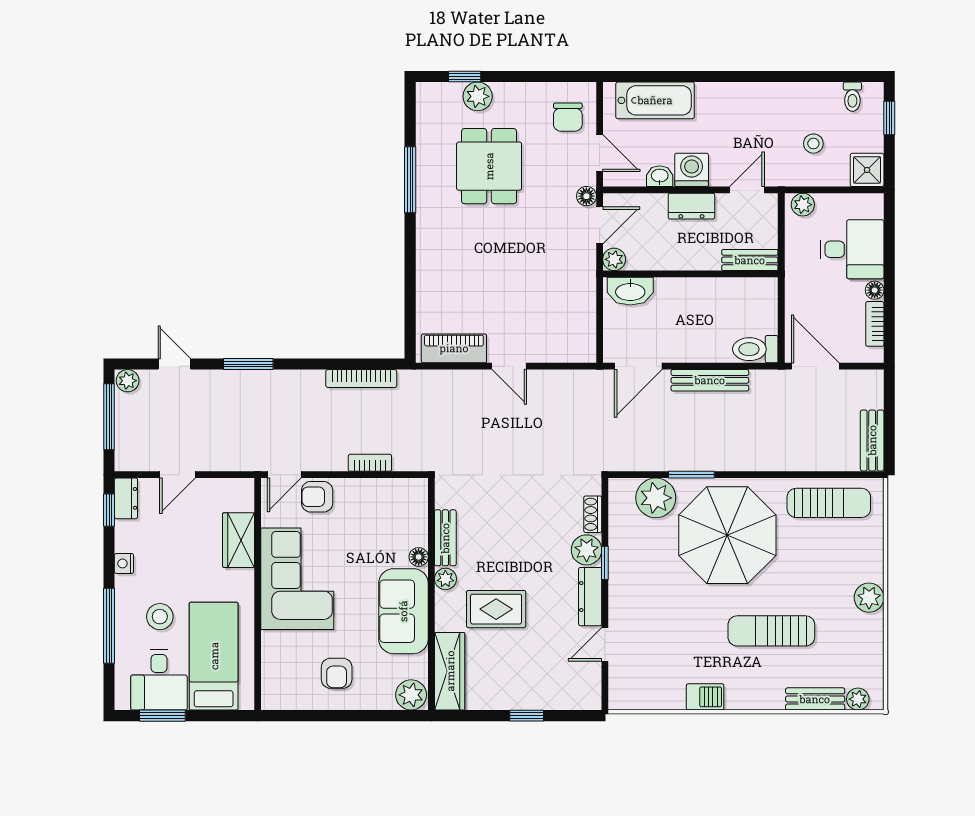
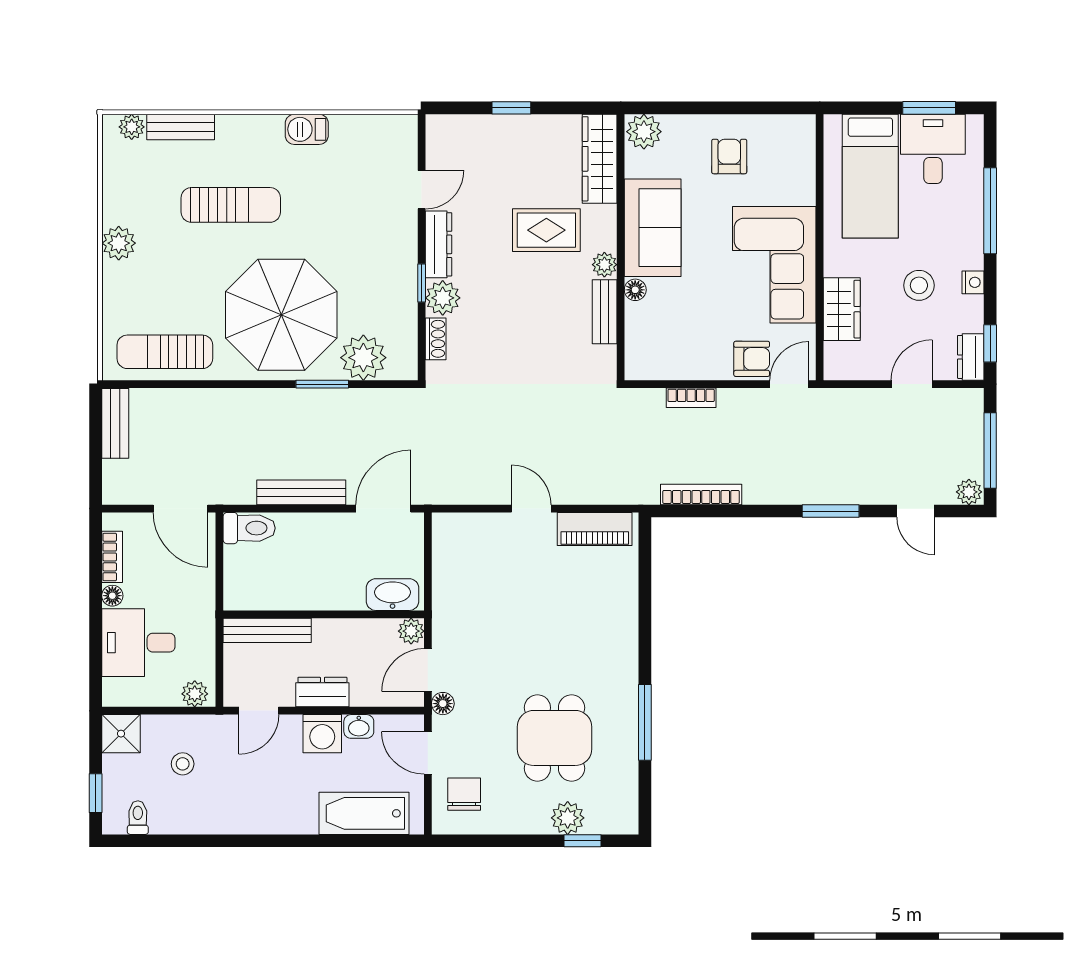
bench: (750, 260) -> (267, 630), width x1.36
stool: (160, 617) -> (919, 285), moved

